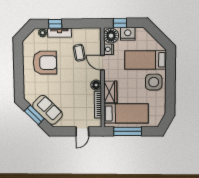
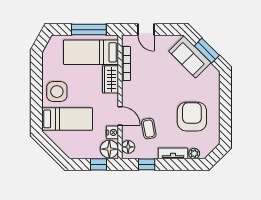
window: (55, 24) -> (147, 164), moved
nightstand: (128, 34) -> (89, 151), removed
armchair: (45, 63) -> (192, 117), turned 90
floor lamp: (96, 85) -> (128, 147), moved
door: (82, 131) -> (146, 30), swing flipped

